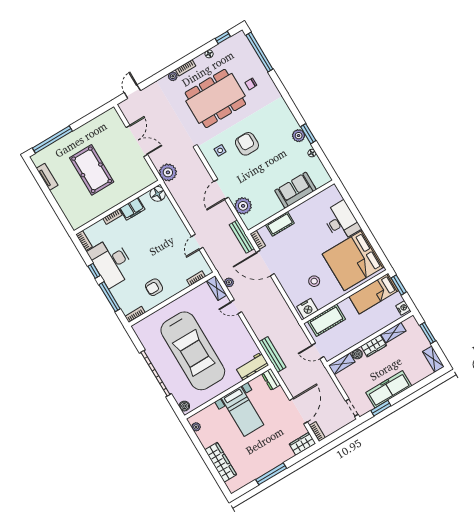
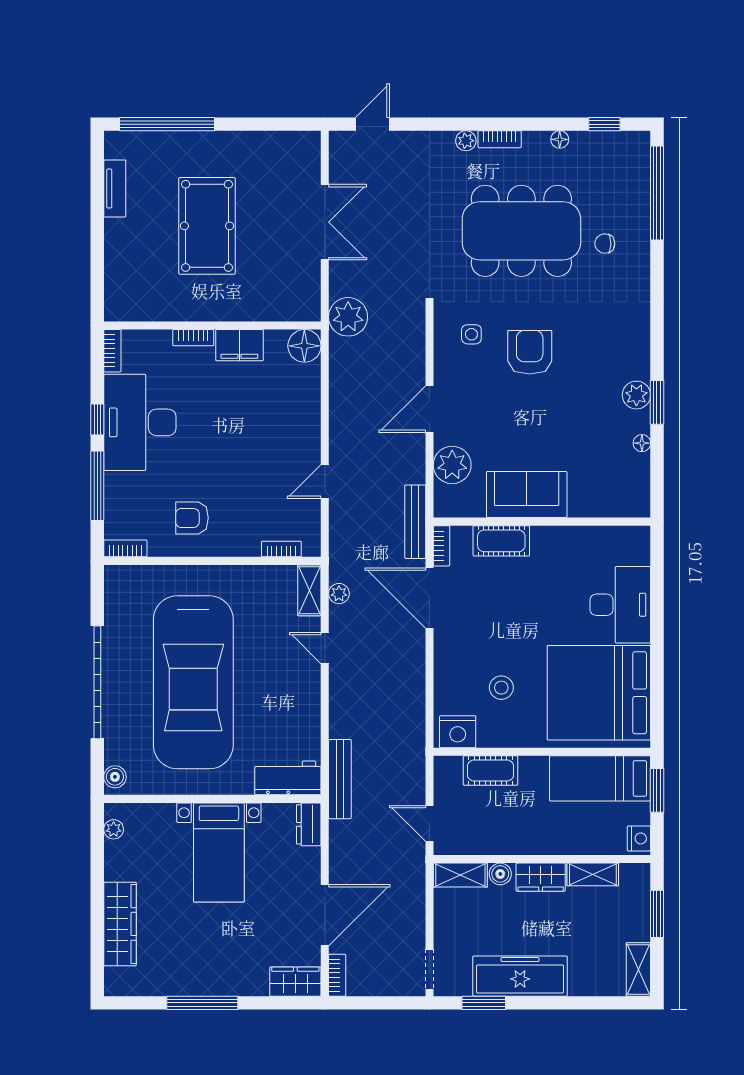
sofa: (296, 190) -> (527, 495), moved
cot: (327, 320) -> (491, 771), width x0.73, depth x0.75

